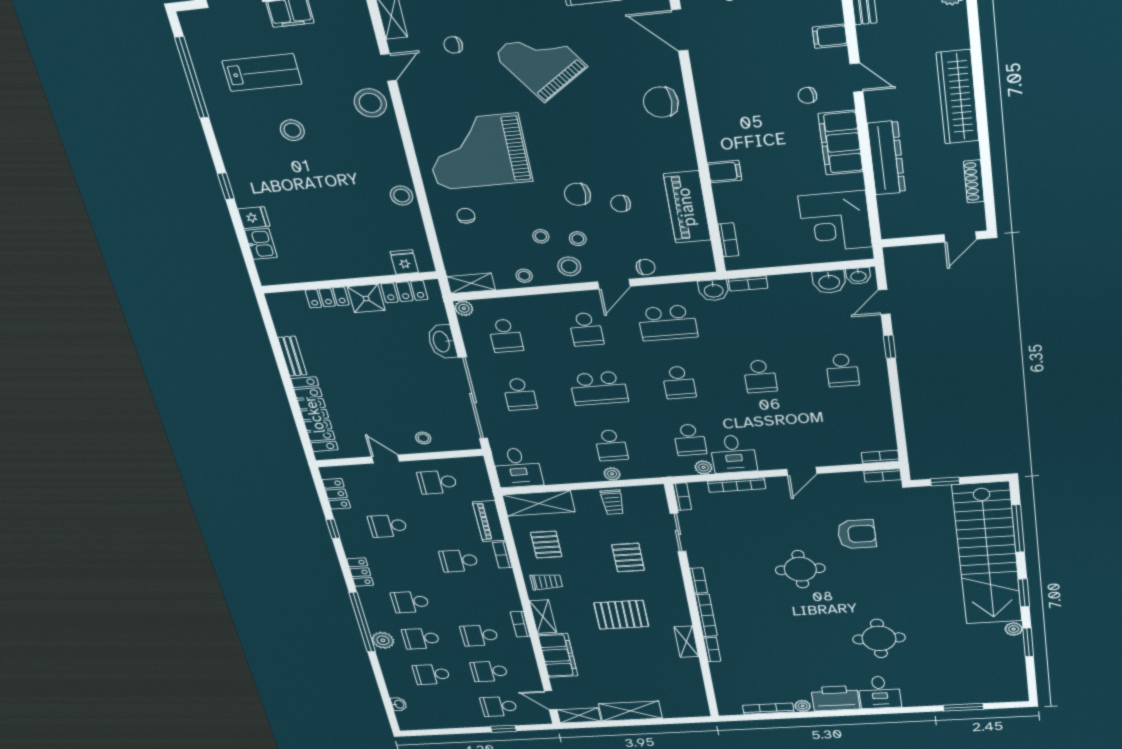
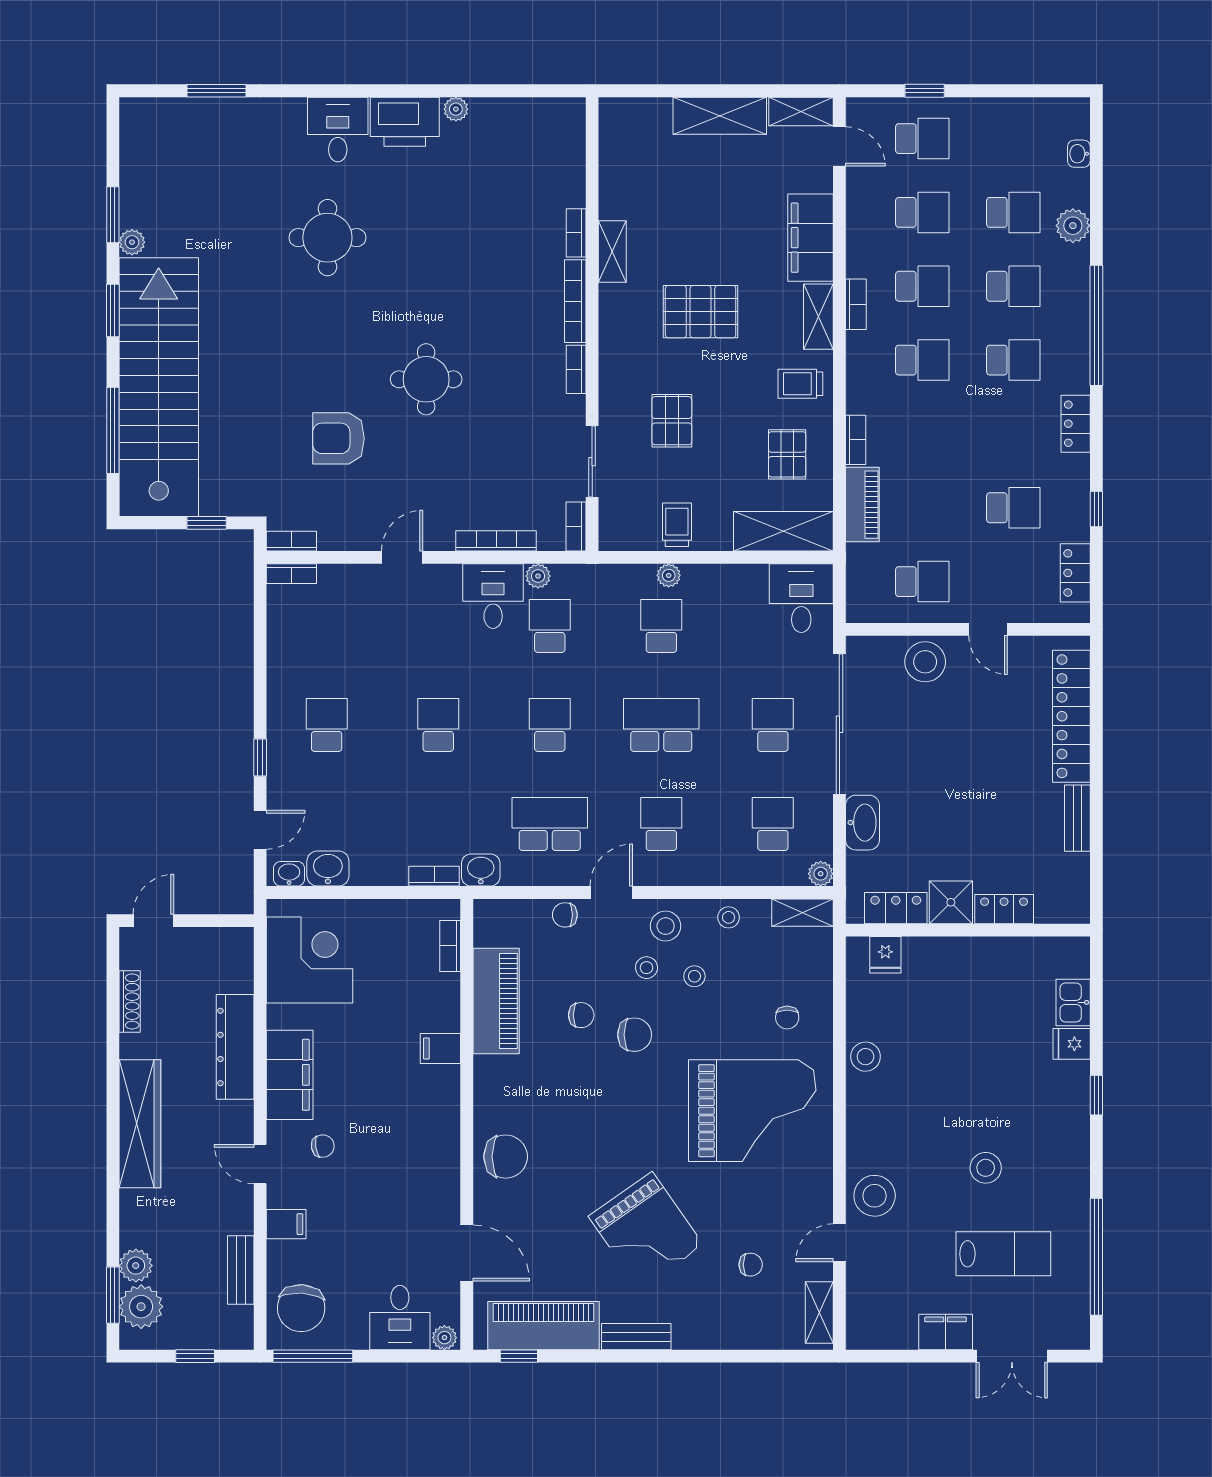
lab bench: (262, 73) -> (1003, 1254), turned 180
stool: (423, 438) -> (925, 662), width x1.89, depth x1.89
school desk: (459, 561) -> (922, 360), moved
plant: (383, 640) -> (1073, 226), moved
bookcase: (768, 709) -> (508, 107), removed

